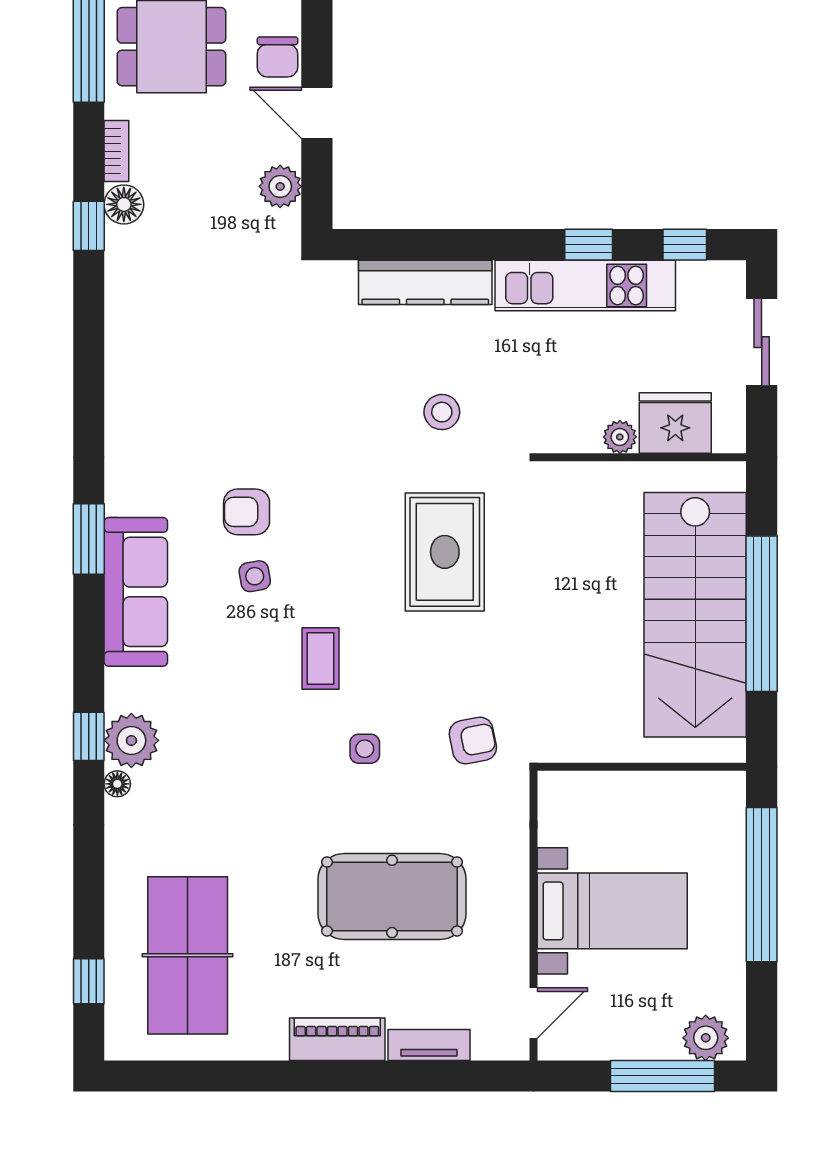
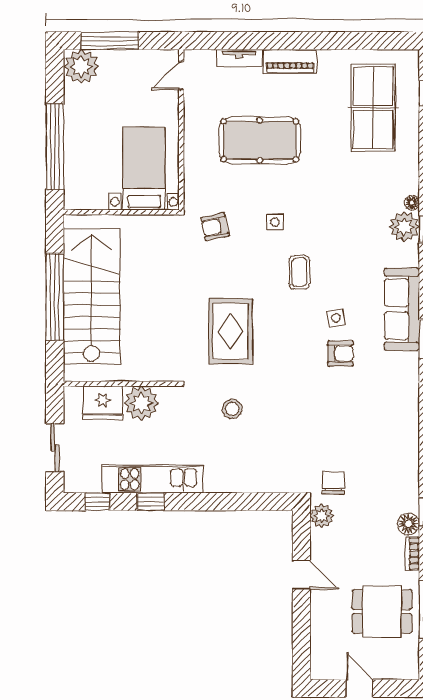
chair: (277, 57) -> (333, 483), moved
plant: (280, 186) -> (322, 516), moved
kitchen counter: (425, 282) -> (241, 481), removed
plant: (620, 437) -> (141, 403), width x1.87, depth x1.87
bed with nightstands: (612, 911) -> (144, 169), moved, turned 90
plant: (706, 1038) -> (81, 67), width x1.36, depth x1.36

